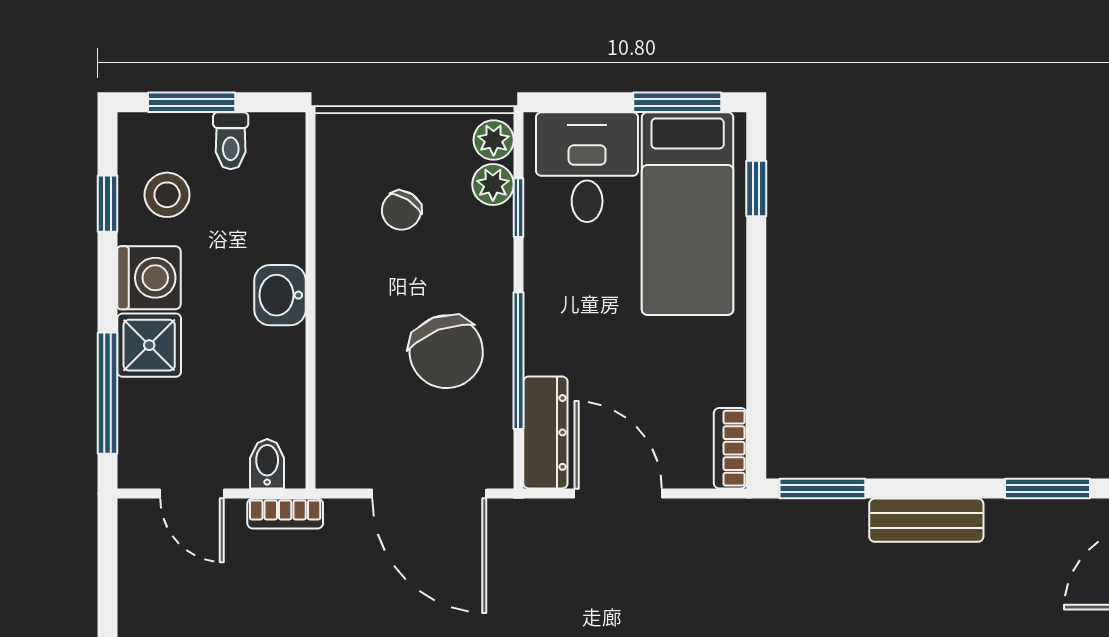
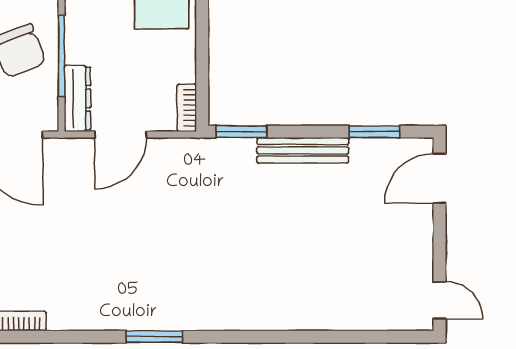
door: (618, 494) -> (121, 135), swing flipped
bench: (926, 520) -> (303, 150), width x1.36

